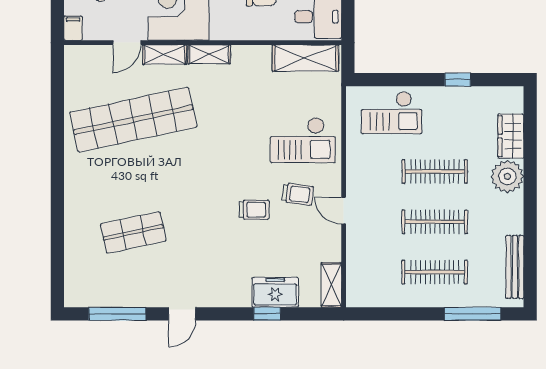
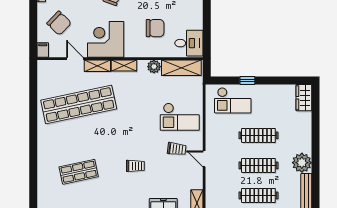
door: (127, 43) -> (75, 59), swing flipped
plant: (259, 56) -> (154, 67), added
window: (458, 80) -> (247, 81), moved
wardrobe: (511, 136) -> (304, 98), moved
plant: (507, 176) -> (302, 163), moved
trolley: (254, 210) -> (135, 166), moved

